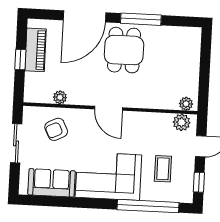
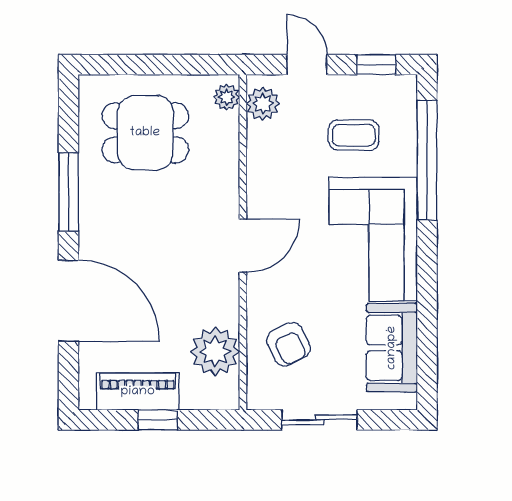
dining table: (124, 50) -> (145, 133), moved
plant: (60, 97) -> (215, 351), width x1.87, depth x1.87

